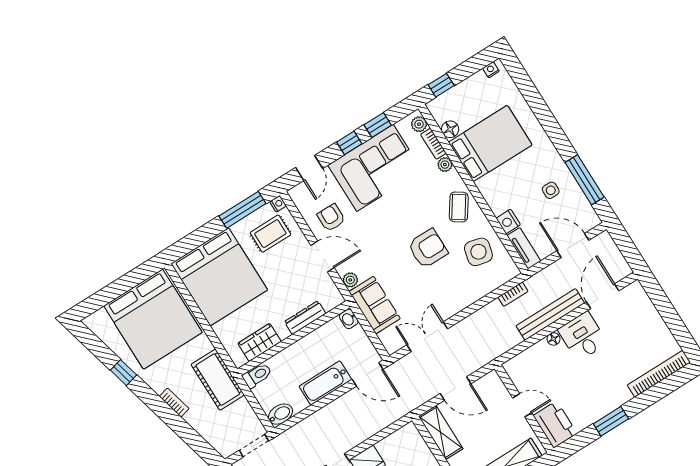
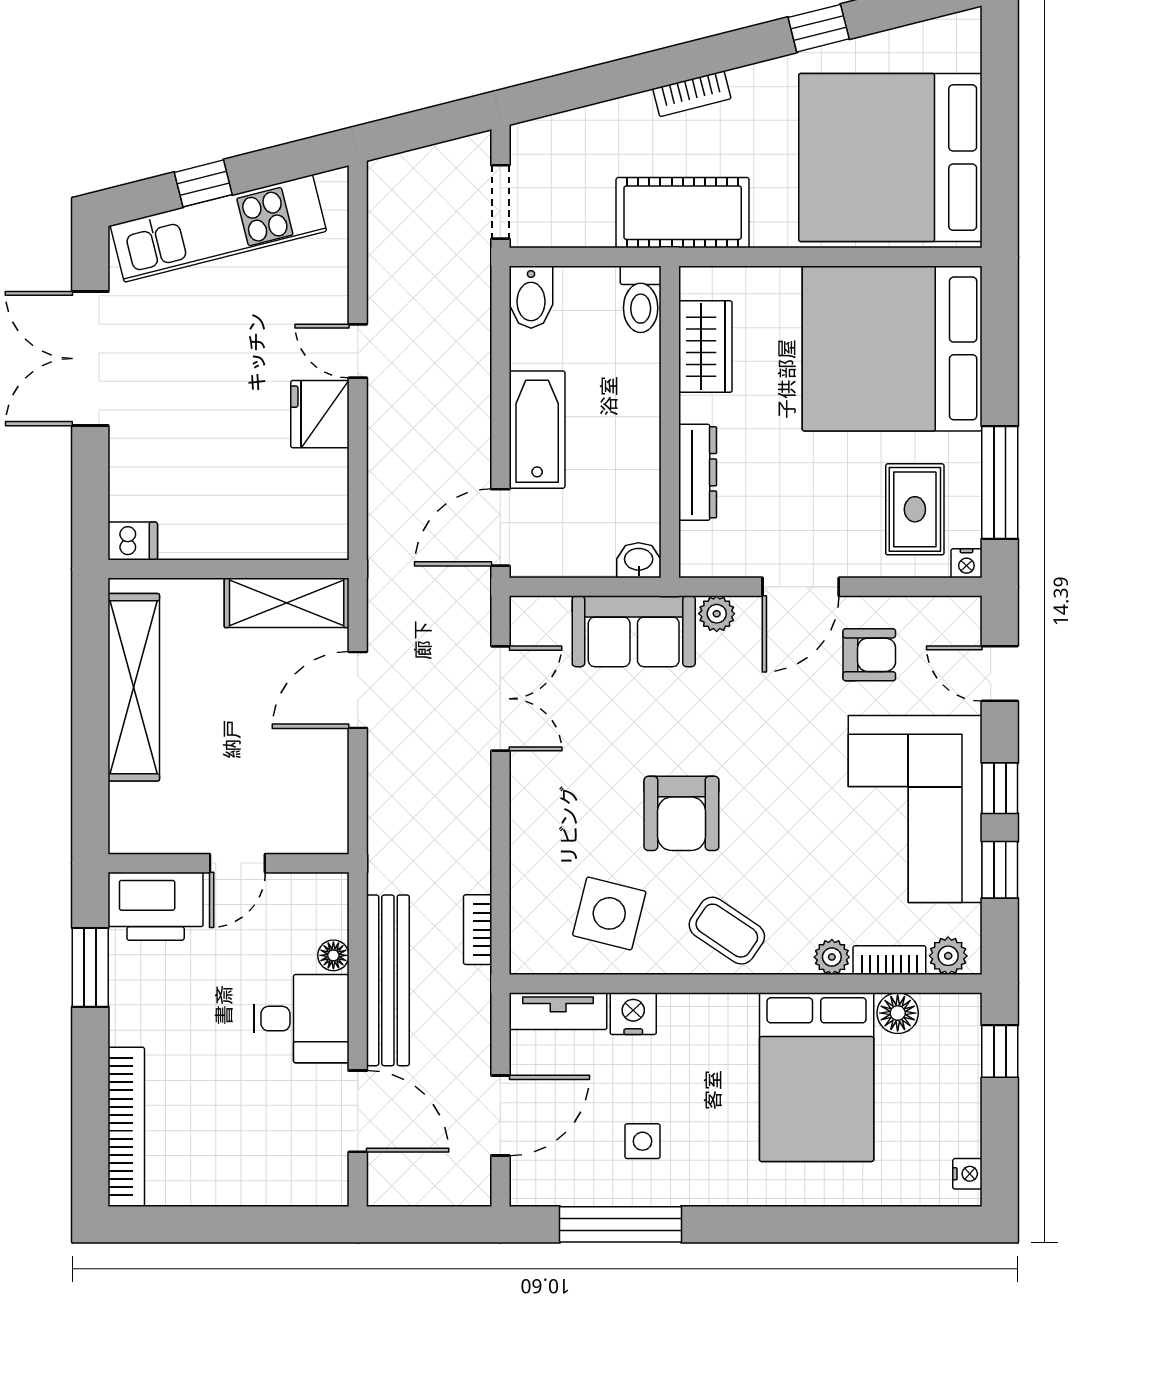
door: (522, 405) -> (237, 863), moved
wall: (524, 408) -> (228, 863), moved
printer: (555, 424) -> (156, 906), moved

